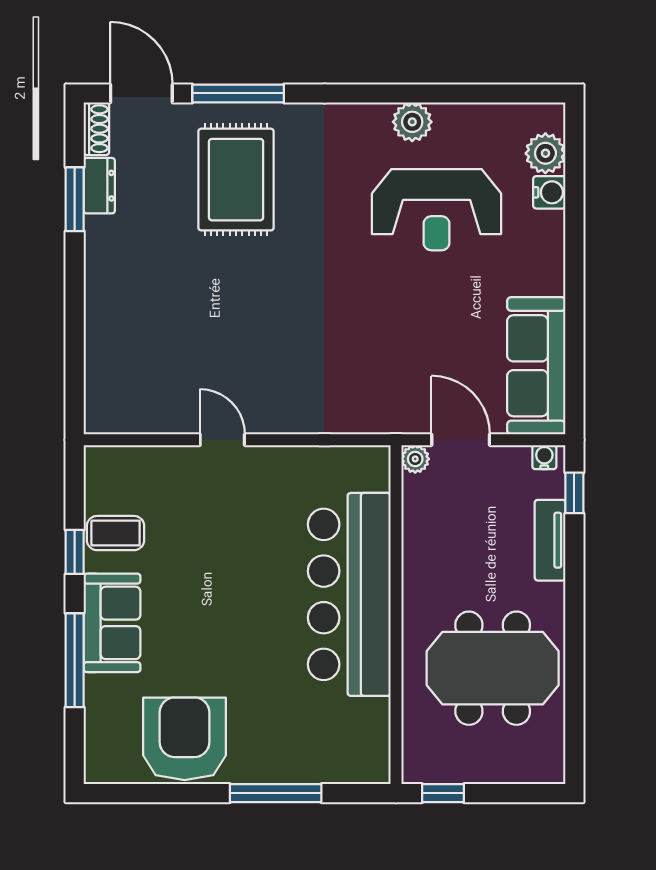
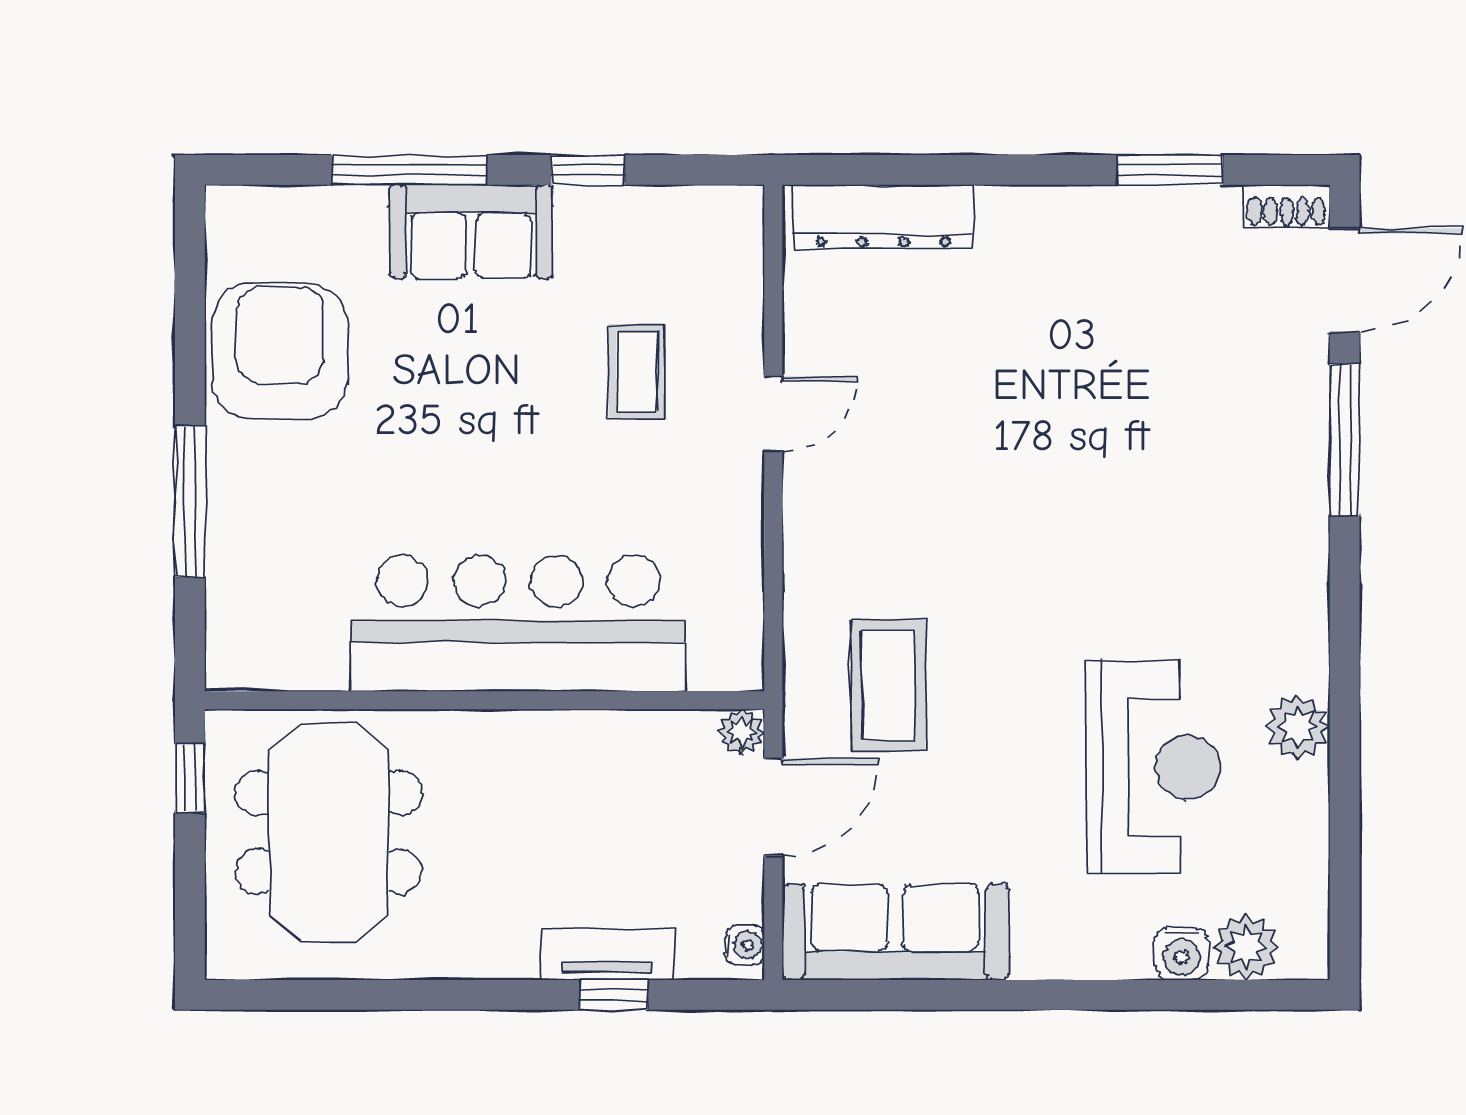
rug: (236, 180) -> (1203, 436), removed
dresser: (99, 186) -> (883, 217), moved, width x1.96, depth x1.24
reception desk: (437, 210) -> (1153, 767), turned 180
coffee table: (387, 370) -> (888, 685), added
window: (574, 493) -> (614, 995), moved
coffee table: (116, 533) -> (637, 371), moved
meeting table: (493, 668) -> (329, 832), moved
armchair: (185, 739) -> (280, 351), turned -90

